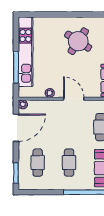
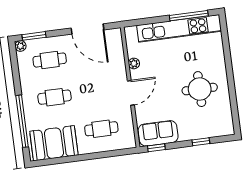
round table: (78, 41) -> (200, 89), turned -33
window: (16, 67) -> (189, 16), moved
plant: (23, 104) -> (20, 46), moved

